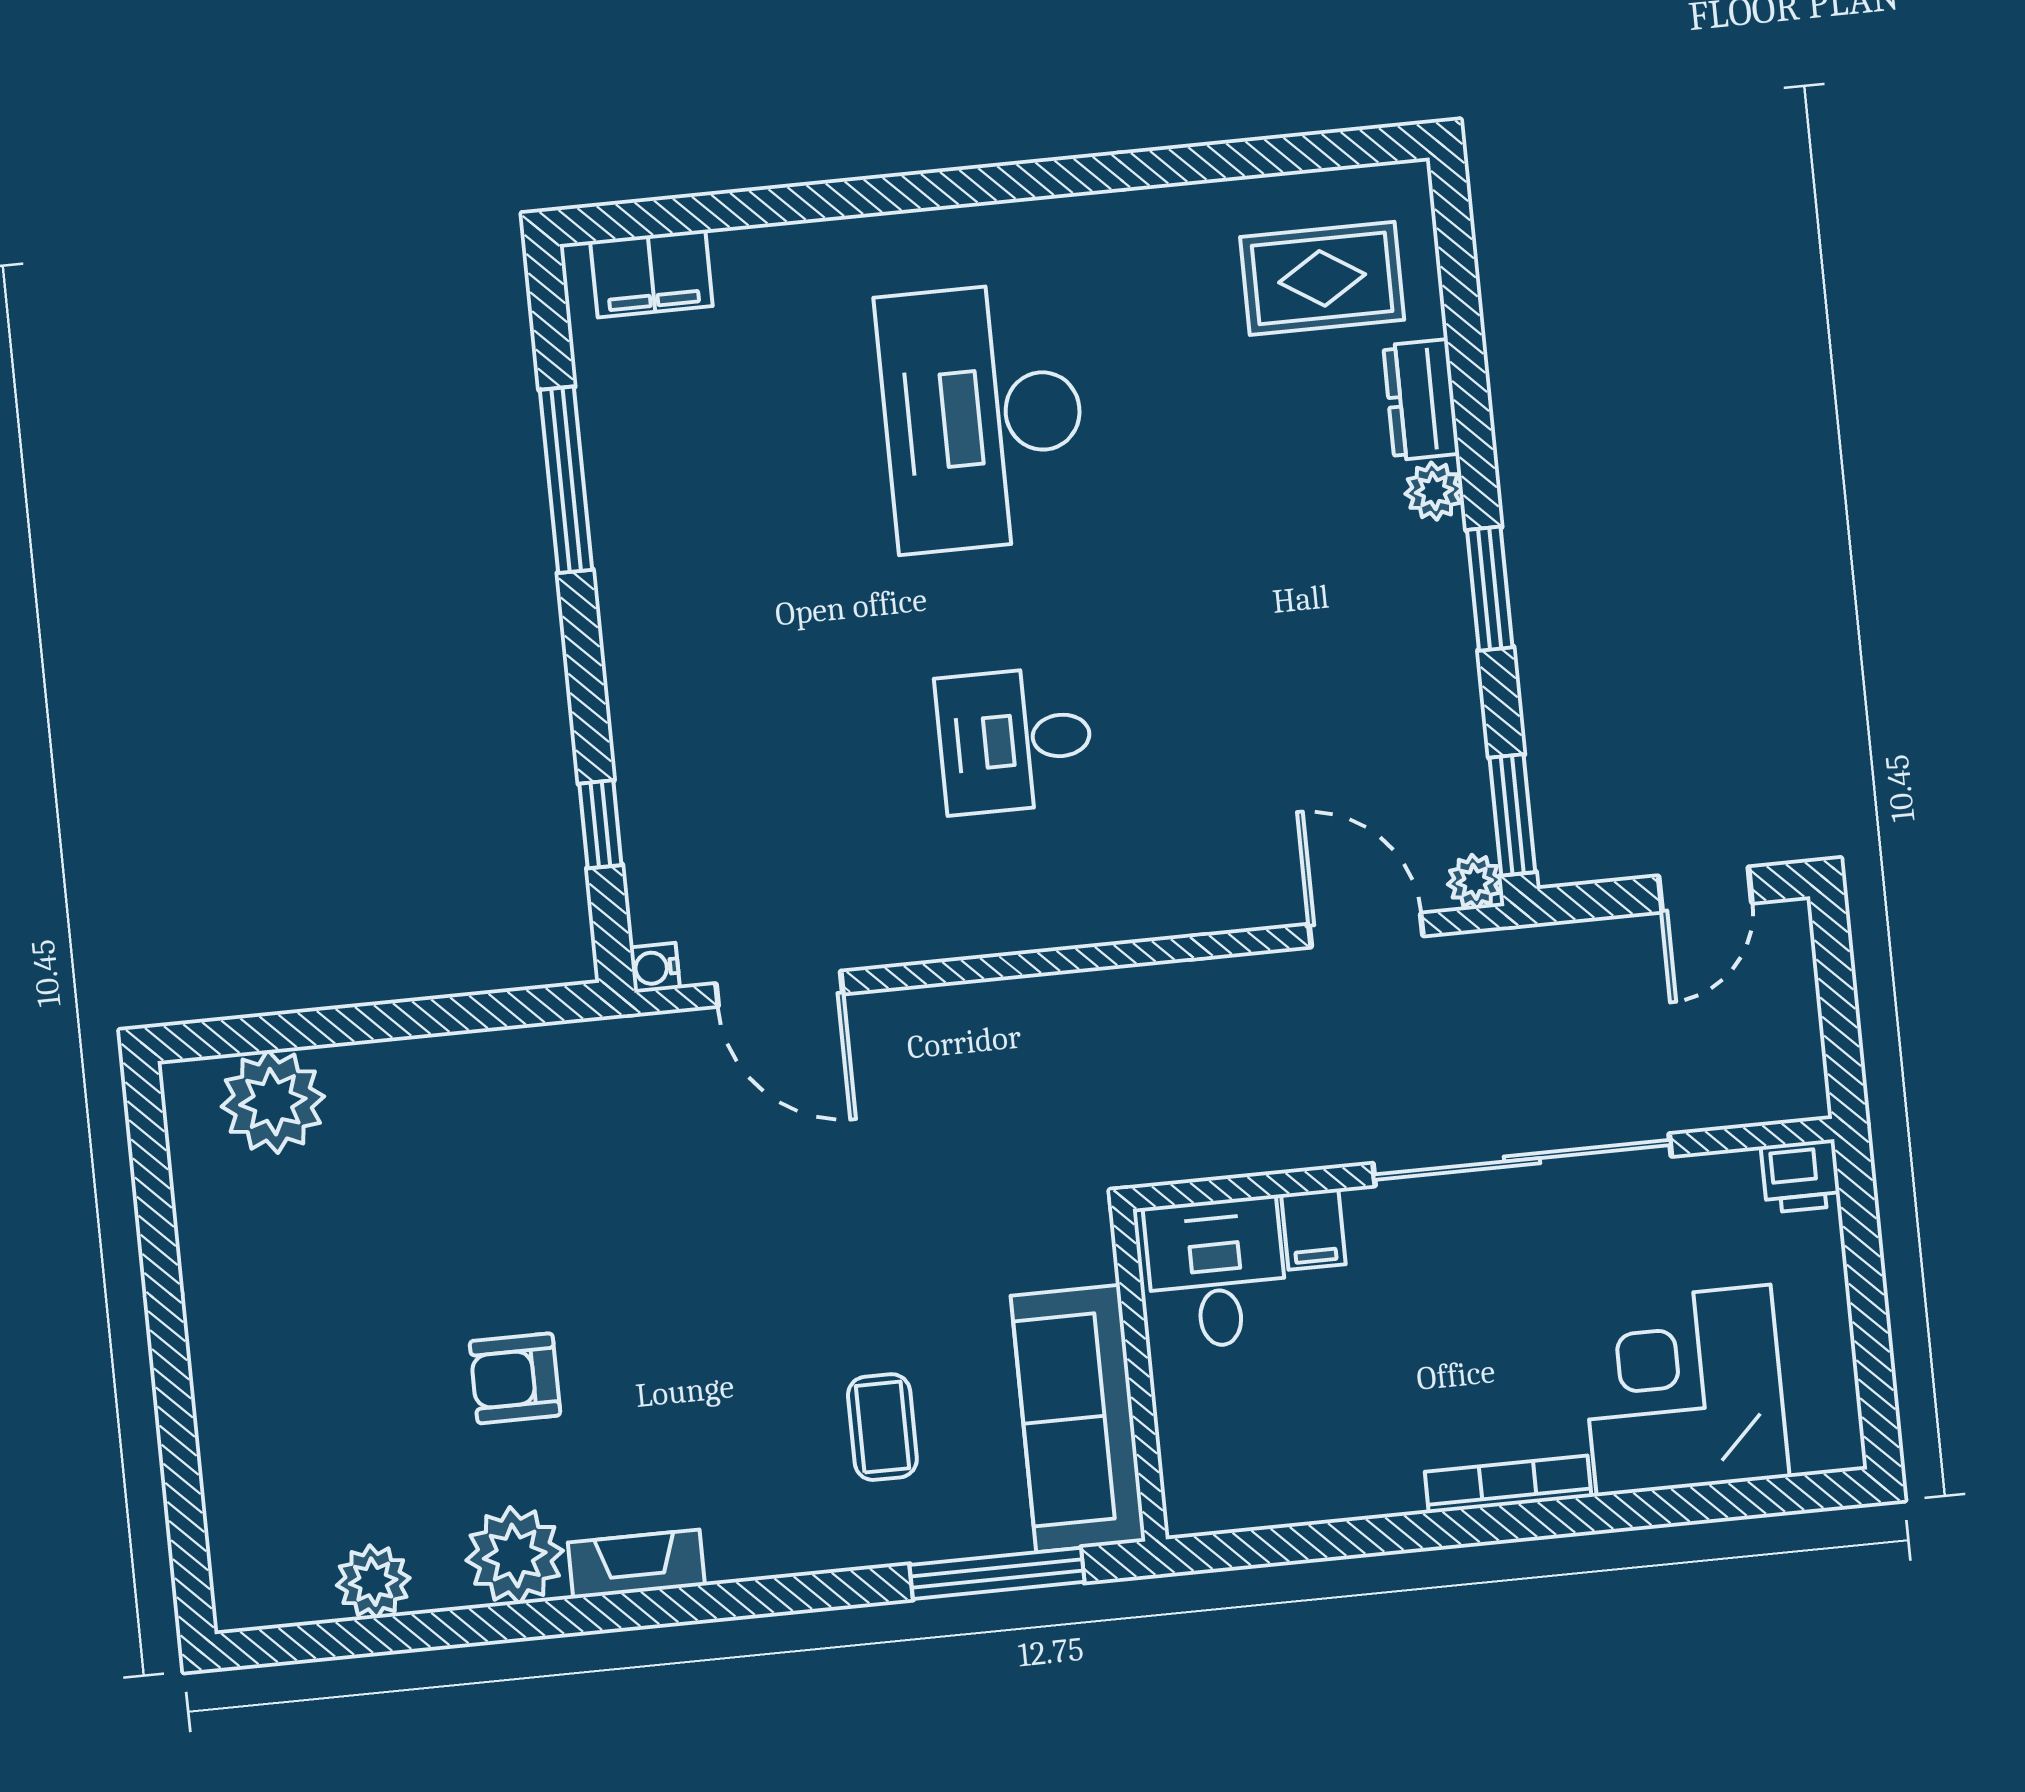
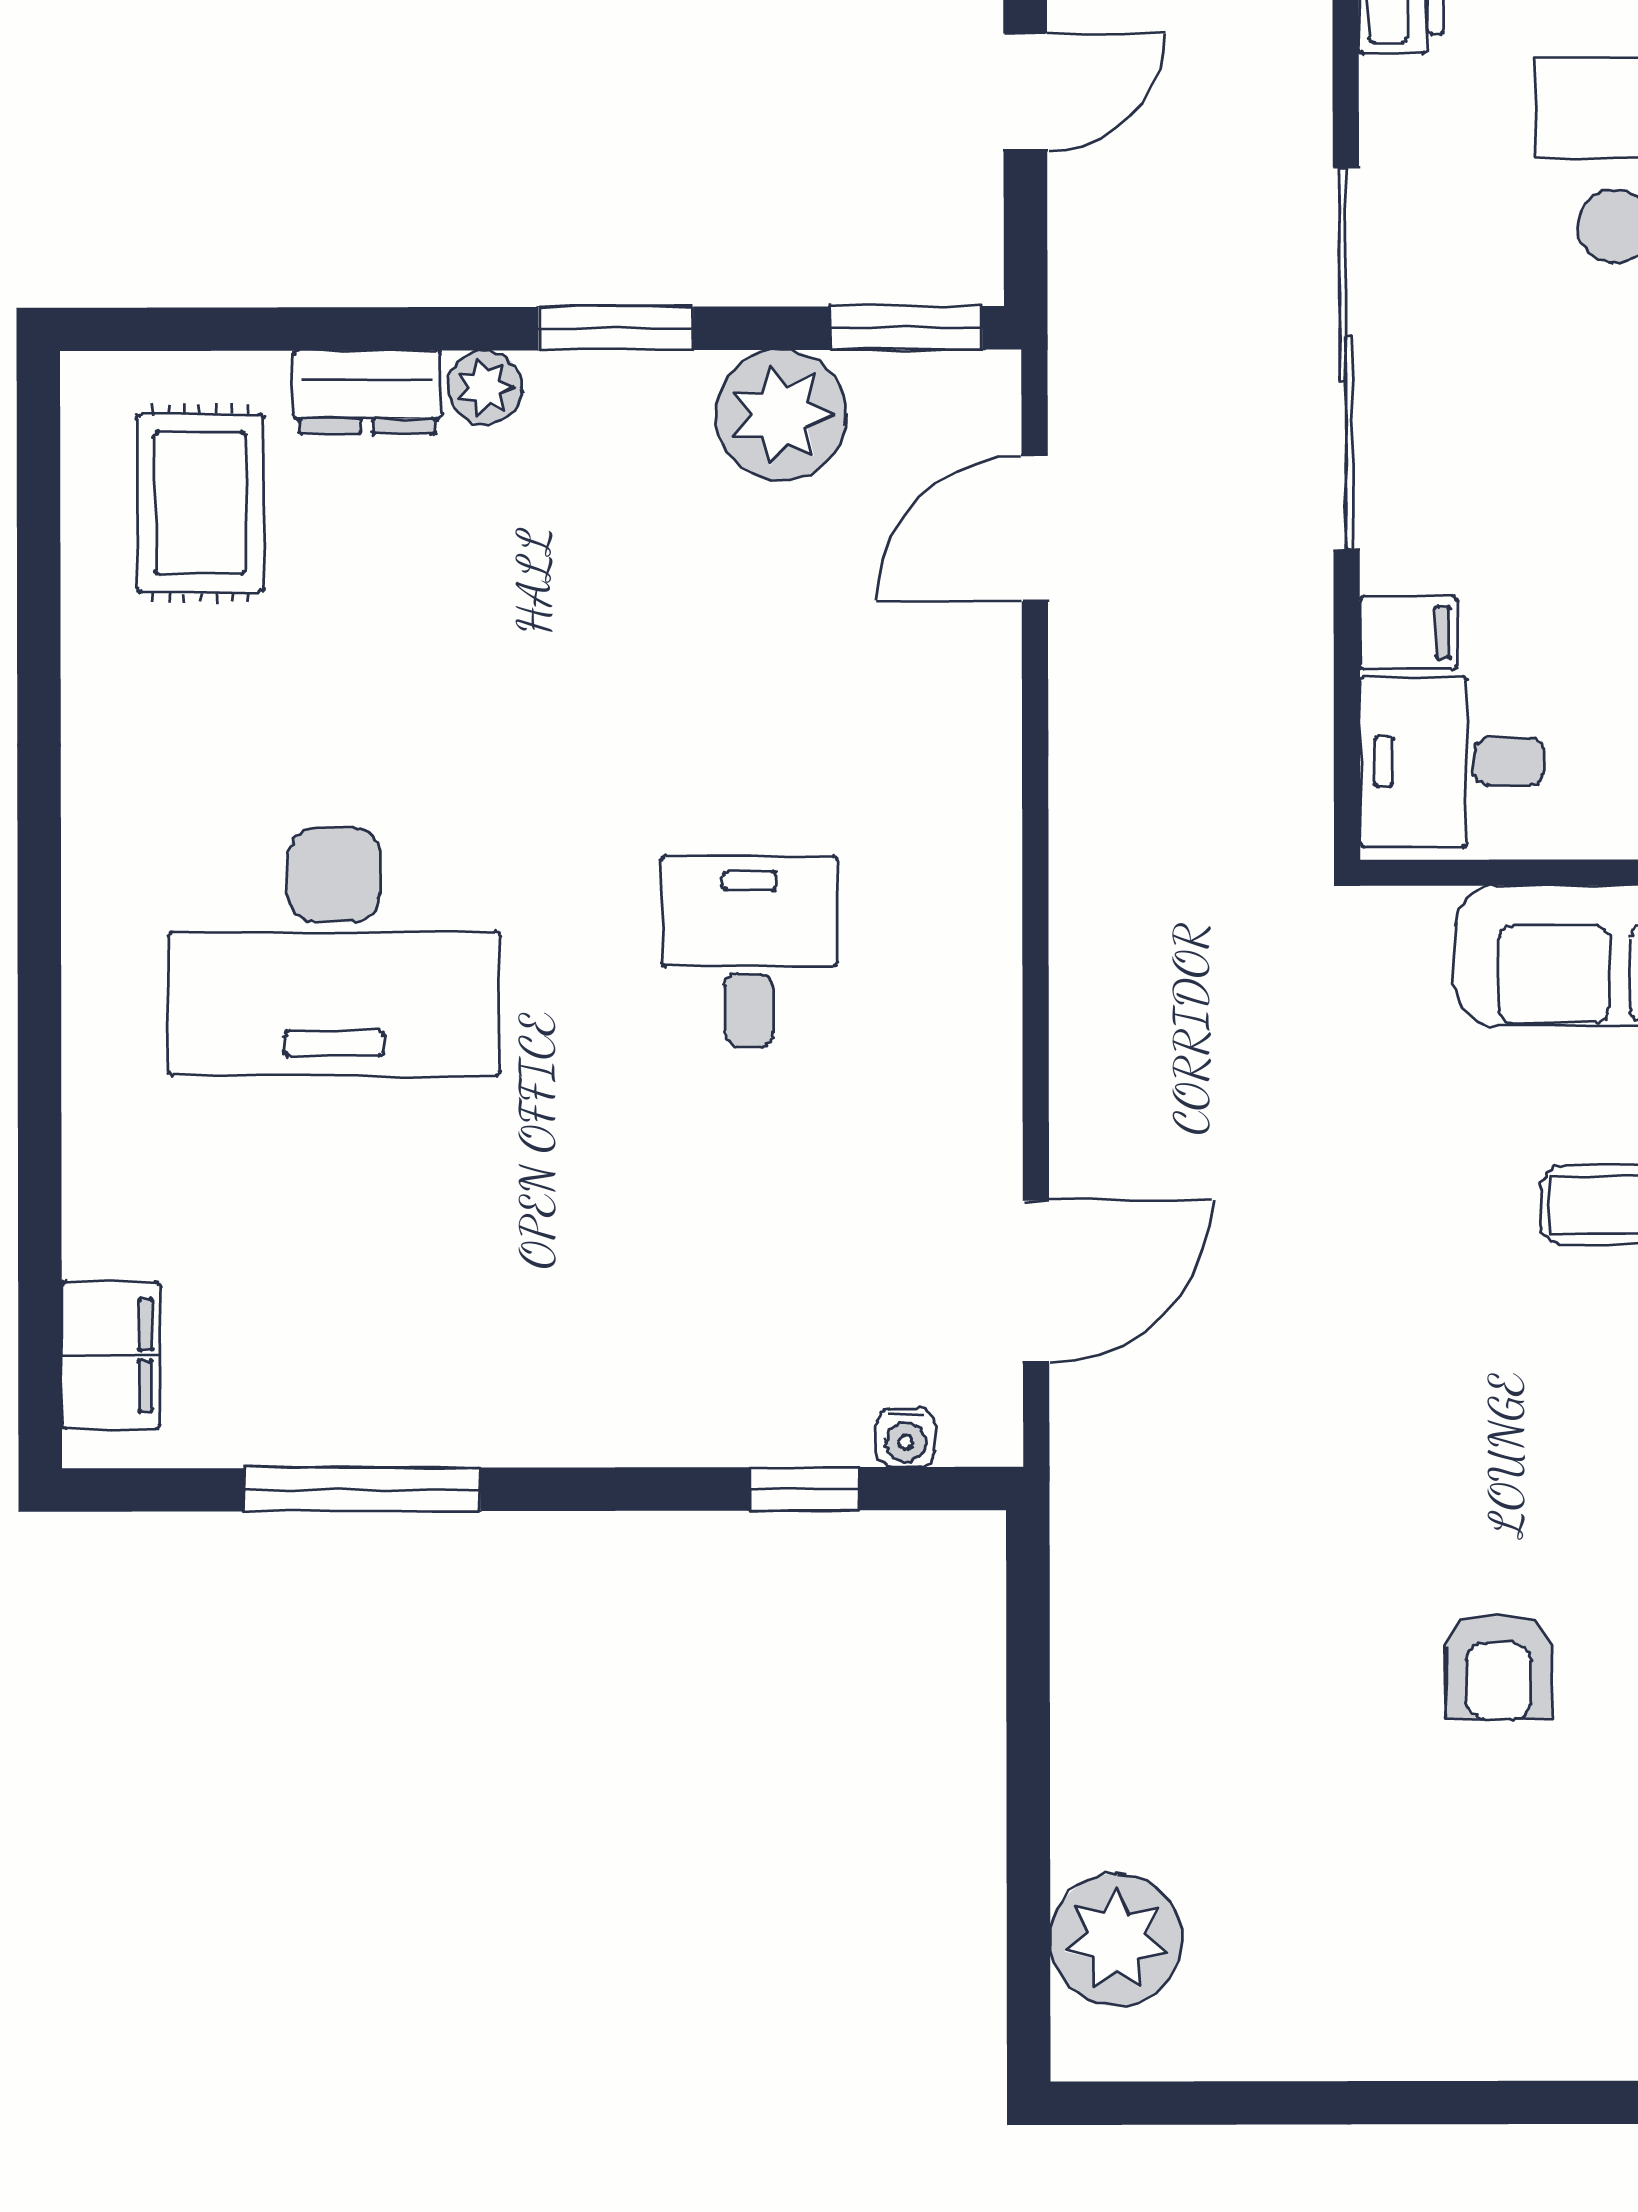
desk: (1015, 740) -> (749, 951), turned 180
plant: (1475, 882) -> (781, 415), moved, width x1.88, depth x1.88
door: (1705, 889) -> (1025, 92), hinge flipped
water cooler: (655, 968) -> (906, 1438), moved

